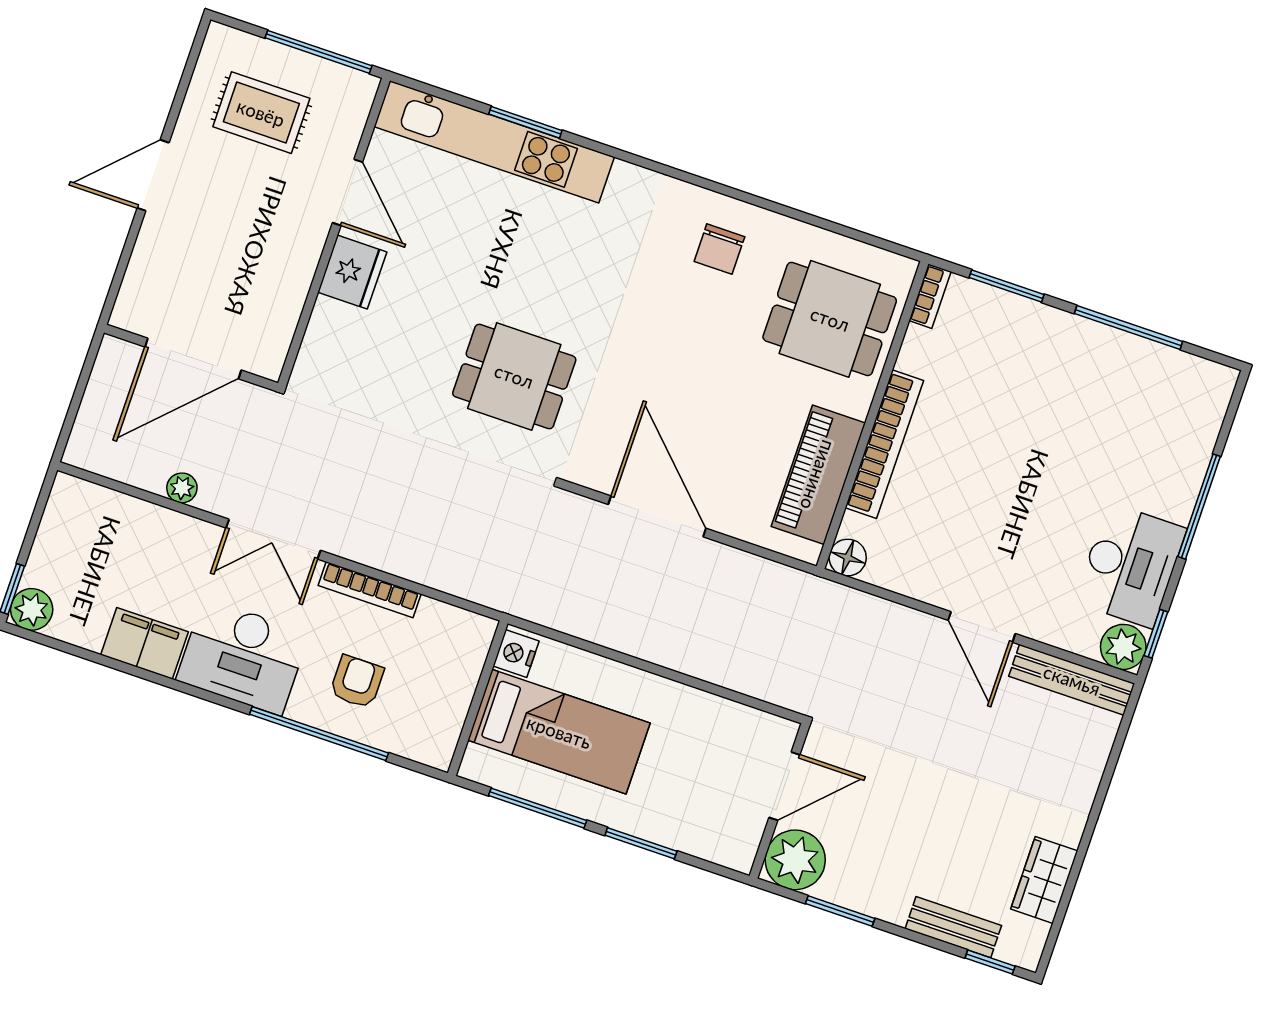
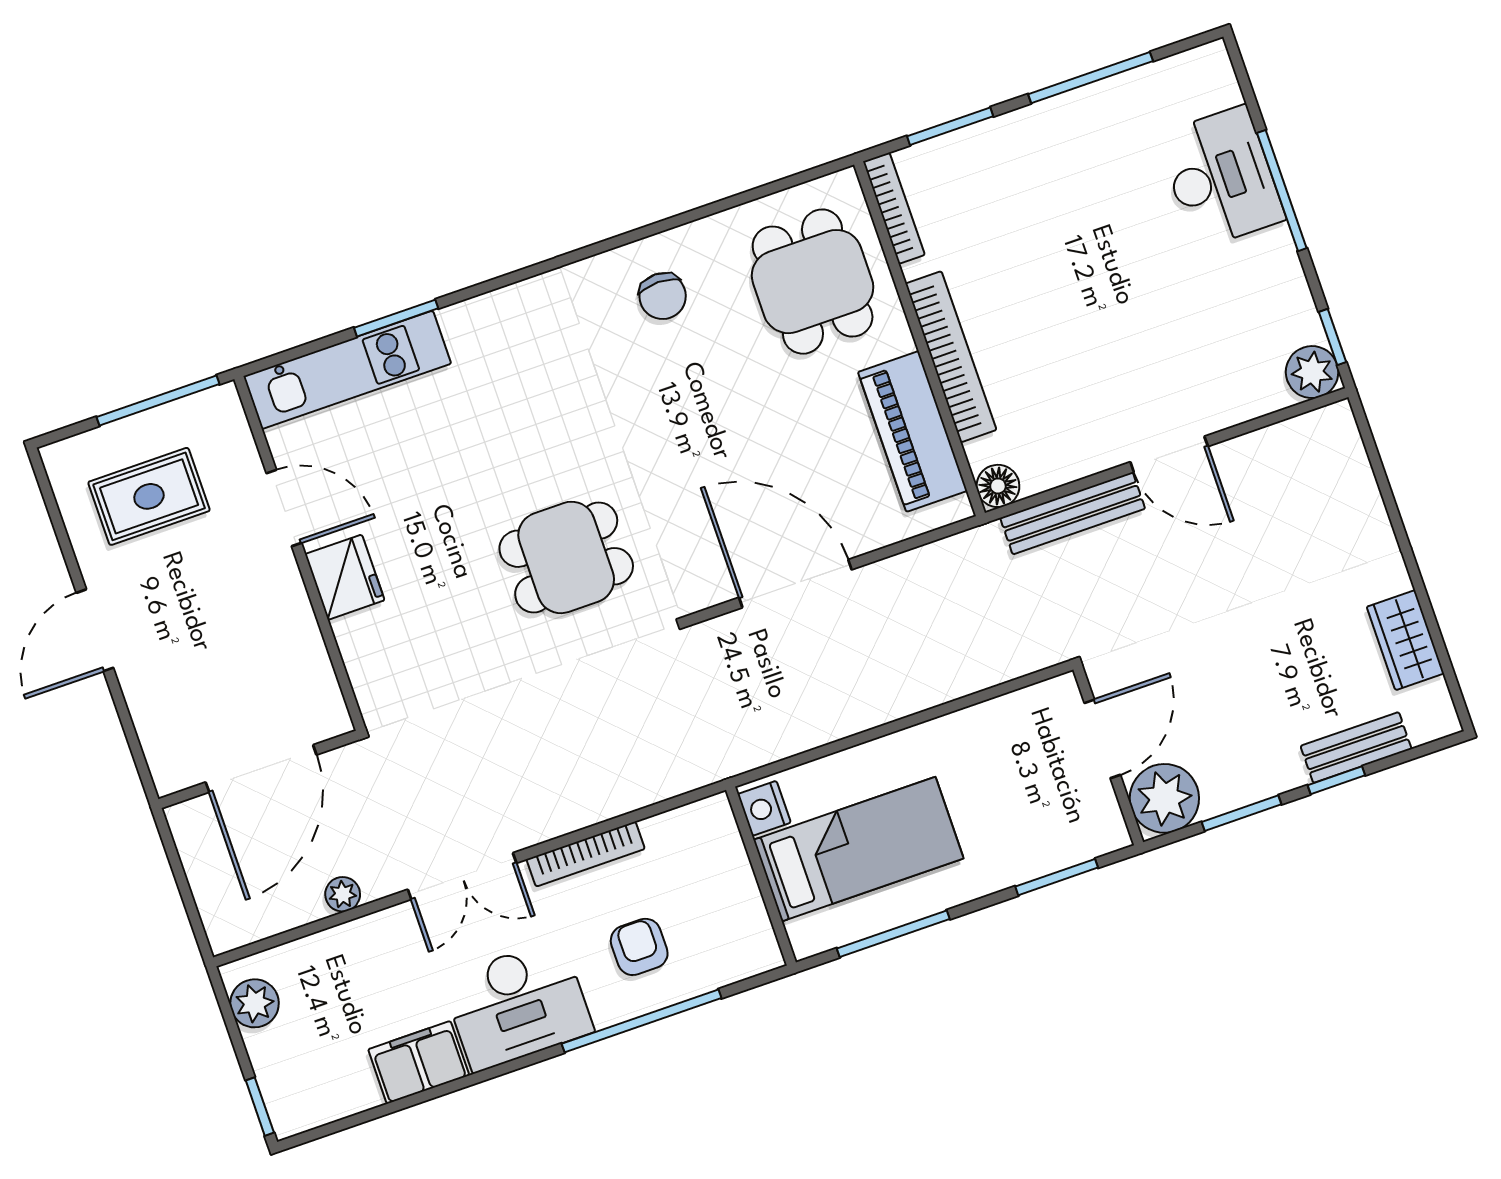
kitchen unit: (494, 142) -> (347, 370), width x0.73
bookcase: (930, 296) -> (894, 208), width x1.56
dining table: (830, 319) -> (813, 282), turned 90
desk: (1130, 565) -> (1221, 177), moved
plant: (32, 609) -> (255, 1003), moved
bench: (1072, 680) -> (1073, 513), moved
window: (641, 843) -> (1057, 877), moved
window: (990, 962) -> (1336, 780), moved

